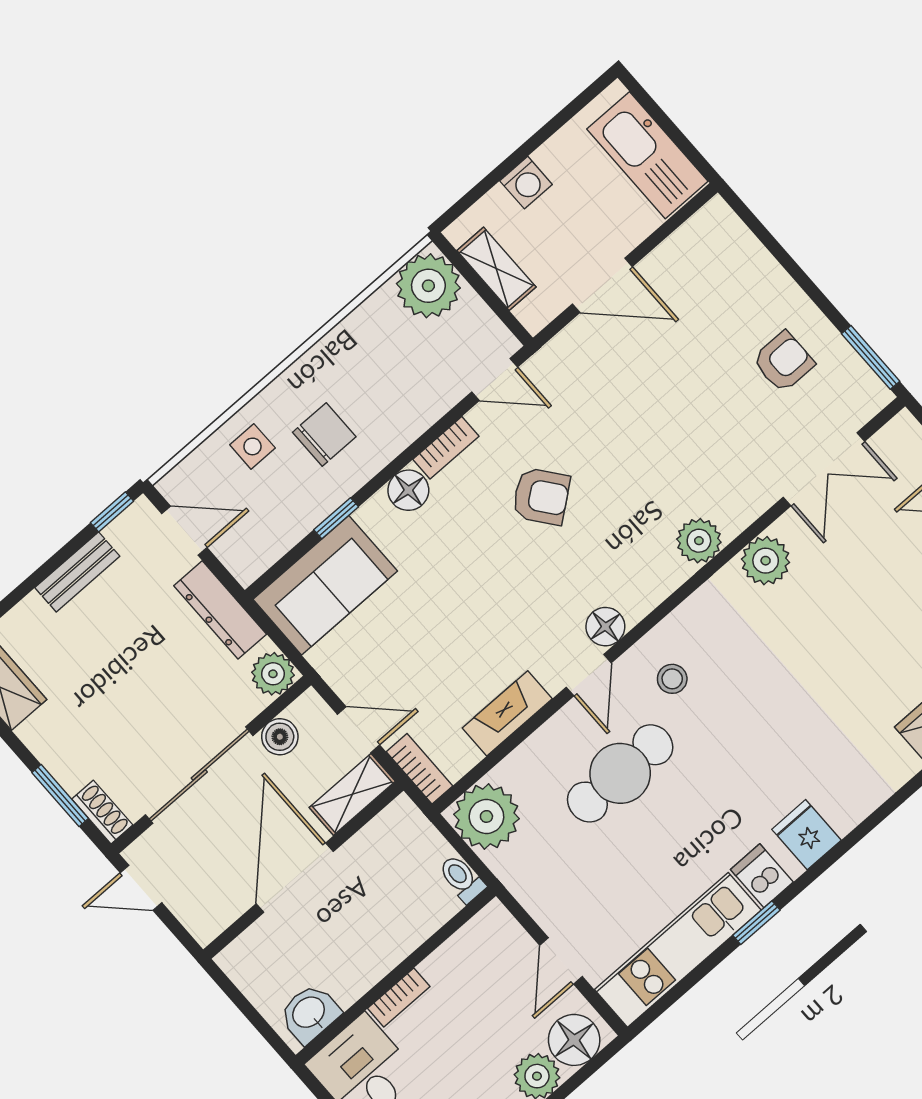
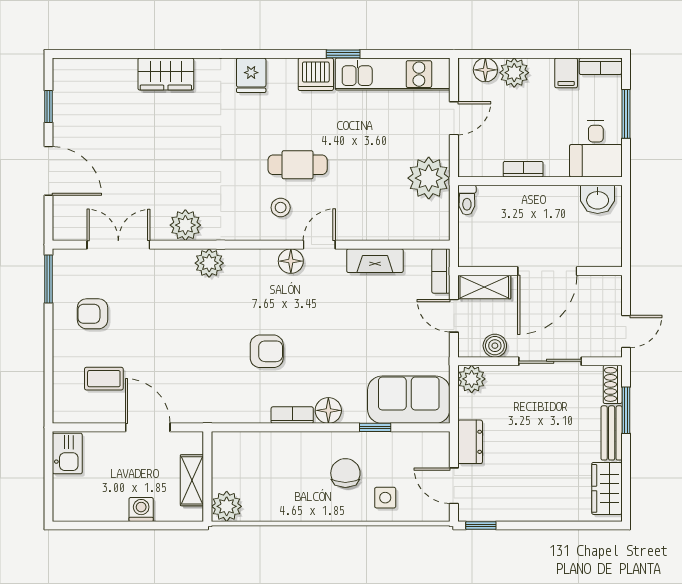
kitchen sink: (647, 155) -> (67, 453), width x0.53, depth x0.81
plant: (428, 286) -> (227, 506), width x0.73, depth x0.73
coffee table: (704, 297) -> (104, 379), added
door: (495, 380) -> (240, 427), removed
chair: (324, 434) -> (345, 473), turned 90
armchair: (541, 496) -> (267, 351), turned 128
bench: (77, 572) -> (612, 433), moved, turned 90
dresser: (220, 610) -> (470, 442), width x0.70
cafe table: (620, 773) -> (298, 165), moved, width x0.73, depth x0.74
sliding door: (199, 775) -> (550, 361), width x0.73
plant: (486, 816) -> (429, 178), moved
fridge: (806, 835) -> (251, 75), moved
dishwasher: (762, 876) -> (316, 74), width x1.38
door: (141, 888) -> (626, 331), hinge flipped
bookcase: (399, 997) -> (523, 169), moved
floor lamp: (574, 1040) -> (485, 70), width x0.73, depth x0.73

